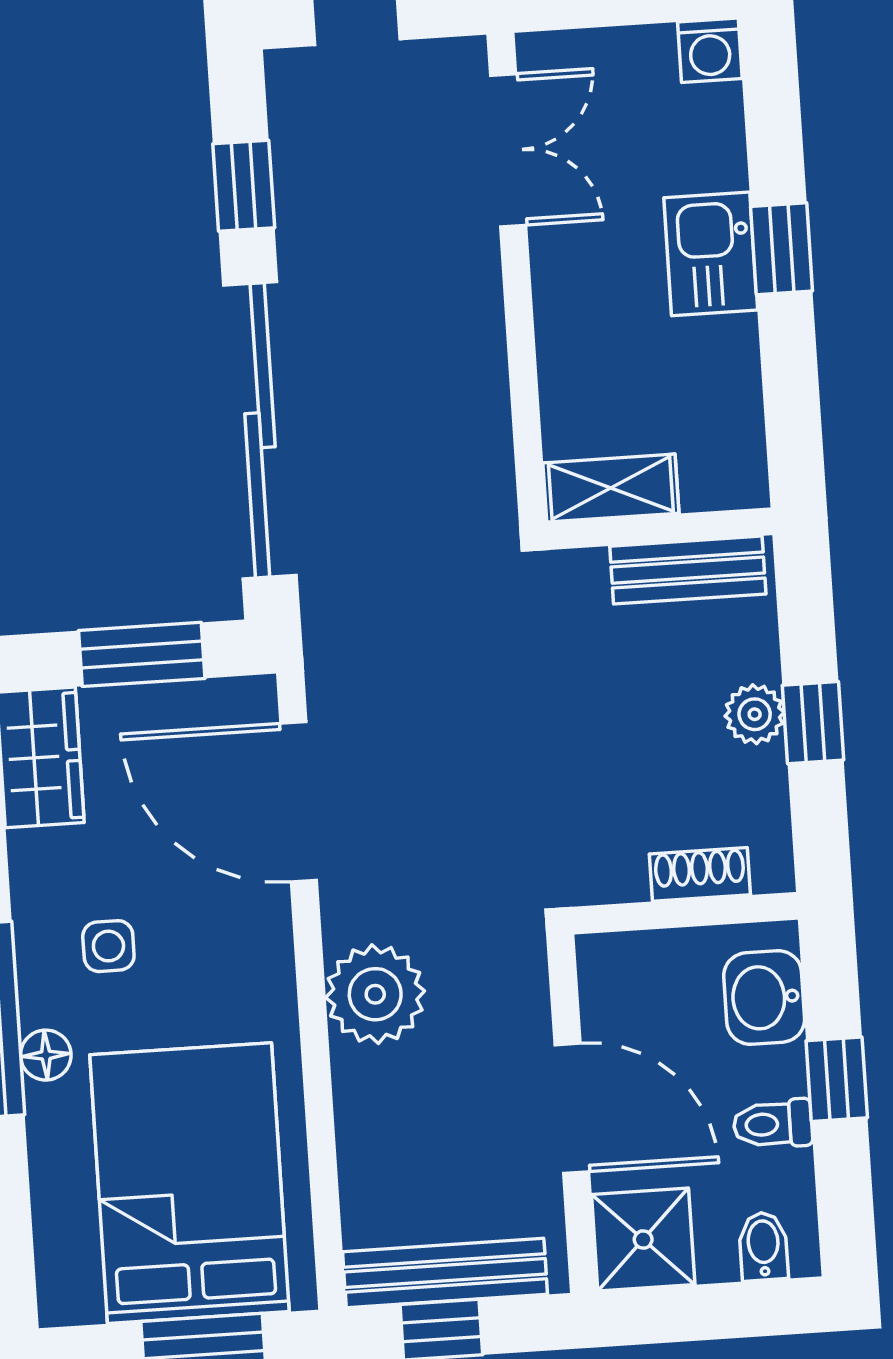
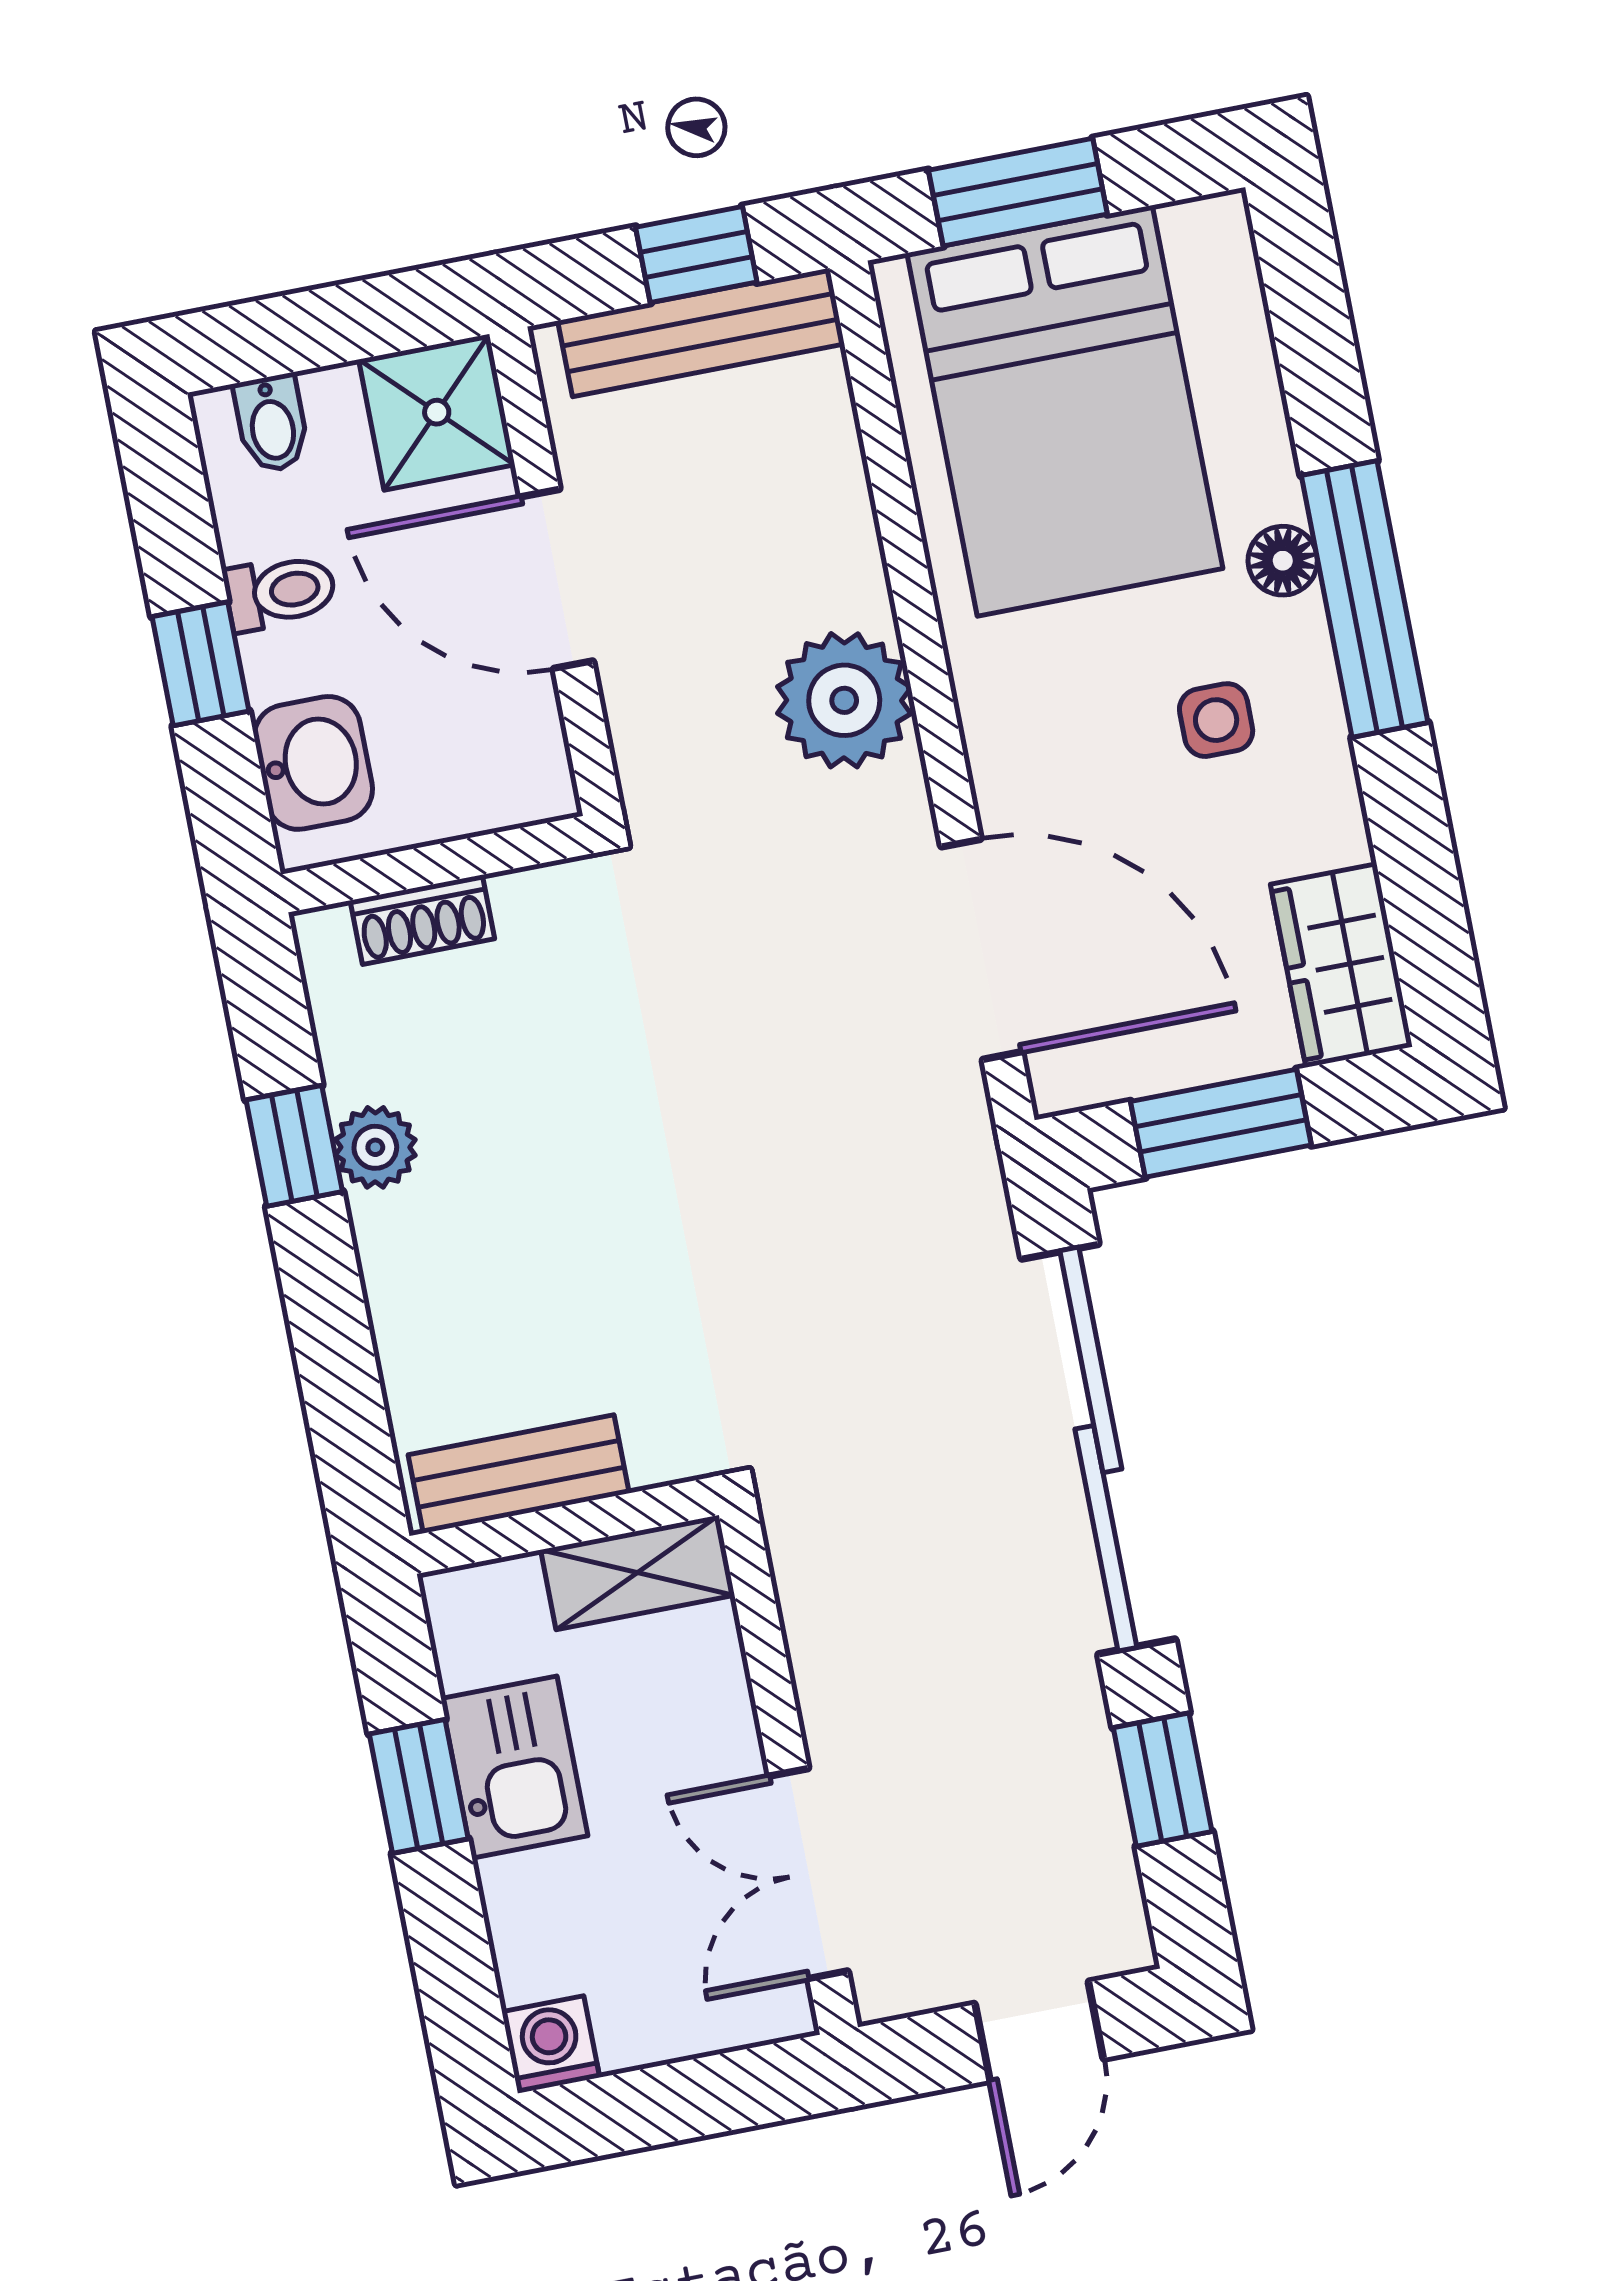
shelving: (611, 488) -> (638, 1572), moved
wall: (660, 529) -> (564, 1525), moved
bench: (688, 570) -> (519, 1474), moved

